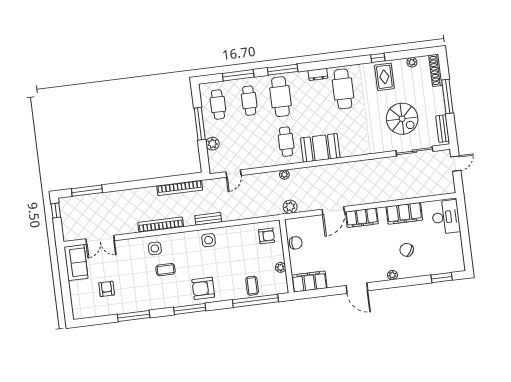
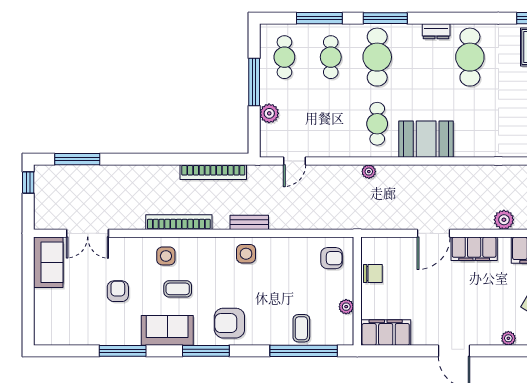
plant: (290, 207) -> (504, 220), moved
armchair: (107, 289) -> (118, 291), moved
sofa: (162, 298) -> (167, 330), added

